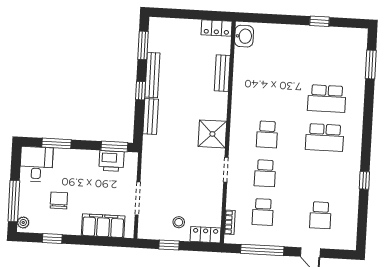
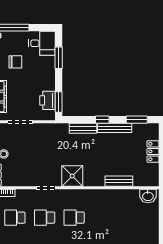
locker: (217, 28) -> (153, 151), moved

